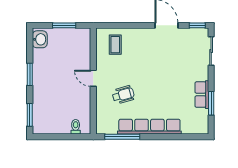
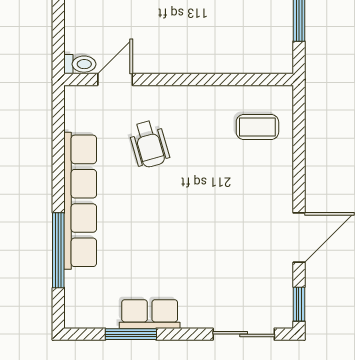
door: (93, 78) -> (115, 79), moved
toilet: (76, 127) -> (80, 64), moved
window: (122, 137) -> (58, 250), moved

